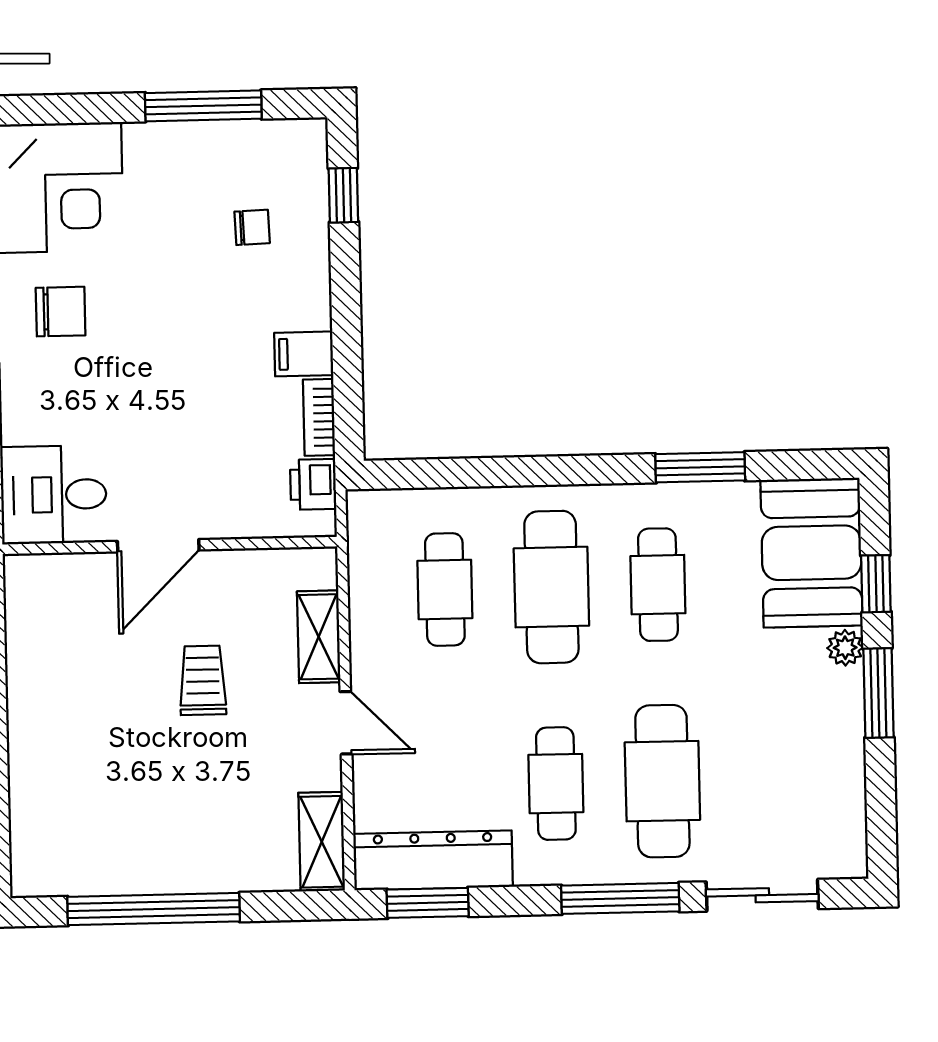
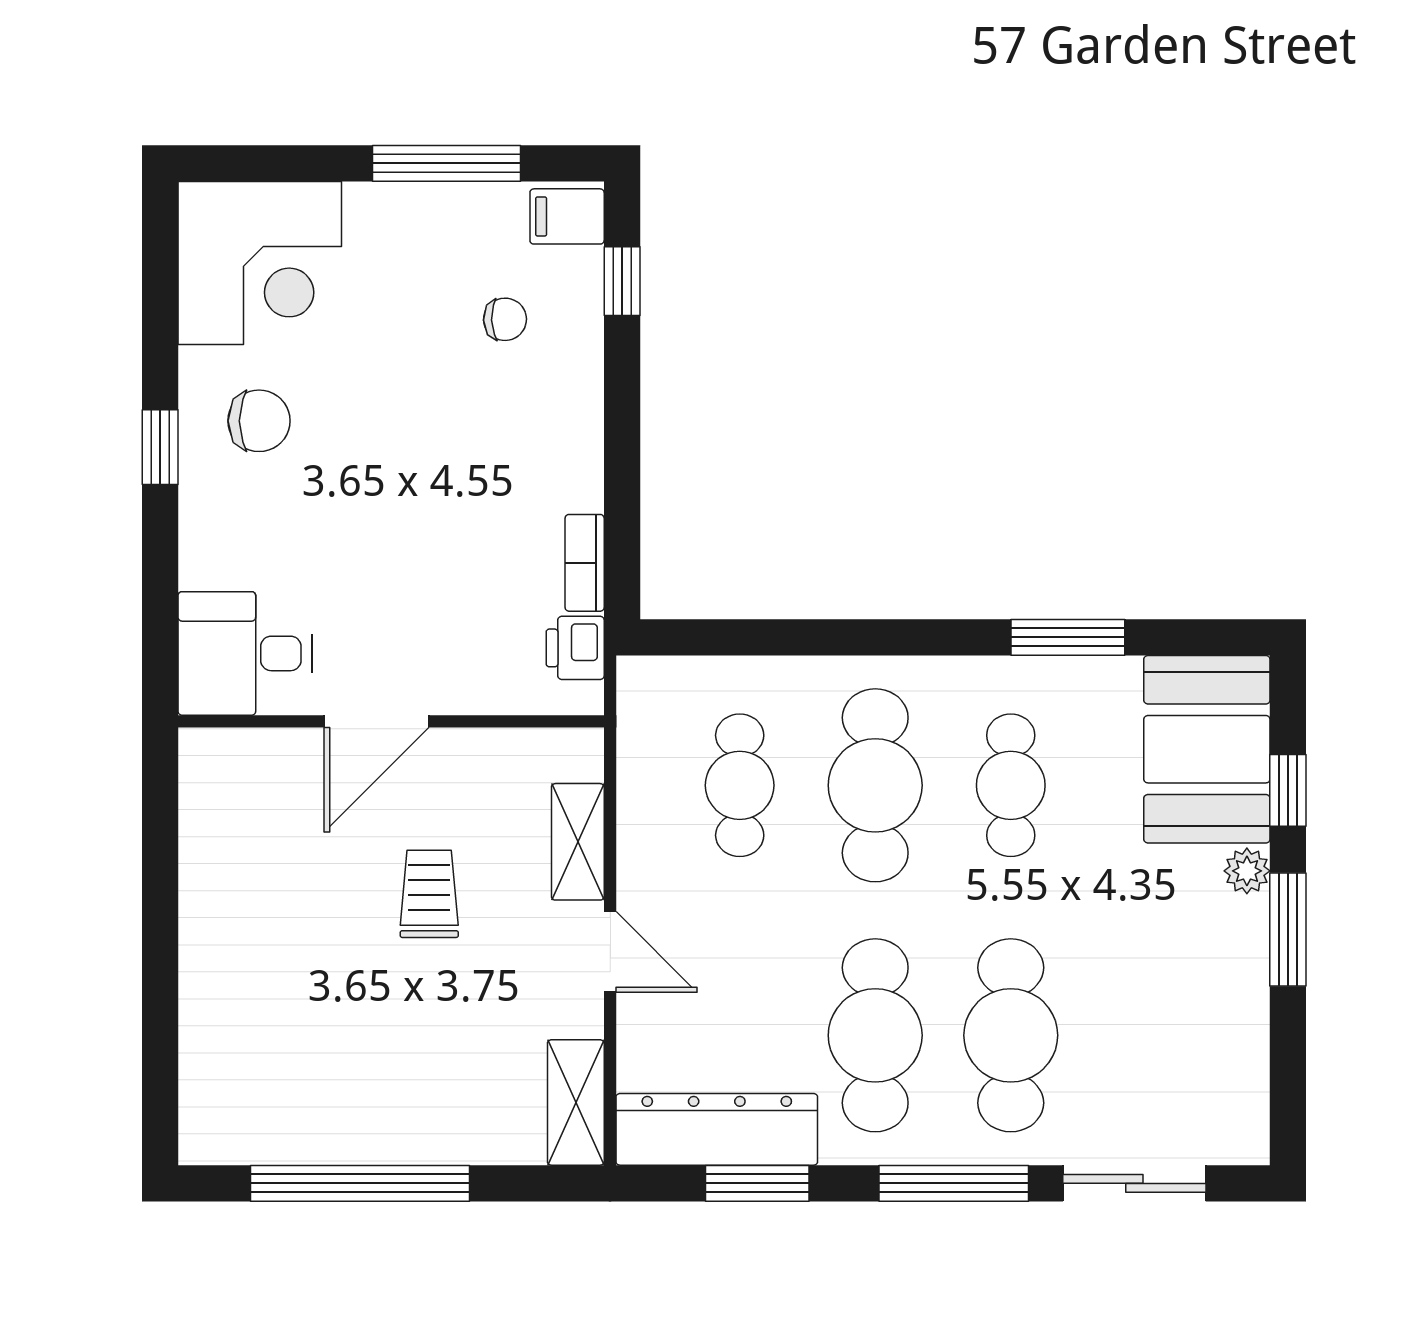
filing cabinet: (304, 354) -> (567, 216), moved
cafe table: (556, 784) -> (875, 1035), width x1.37, depth x1.35
window: (428, 903) -> (757, 1183), moved

